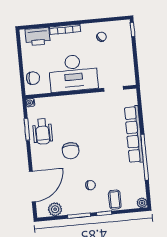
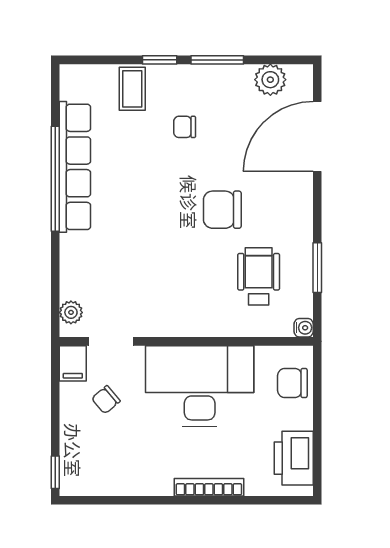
printer: (38, 37) -> (294, 458), moved, turned -90
chair: (102, 37) -> (106, 400), moved
filing cabinet: (129, 78) -> (73, 363), added
wheelchair: (42, 131) -> (259, 276), moved
row of seats: (134, 134) -> (75, 167), moved
chair: (71, 151) -> (222, 210), turned -90
plant: (142, 203) -> (71, 312), moved

